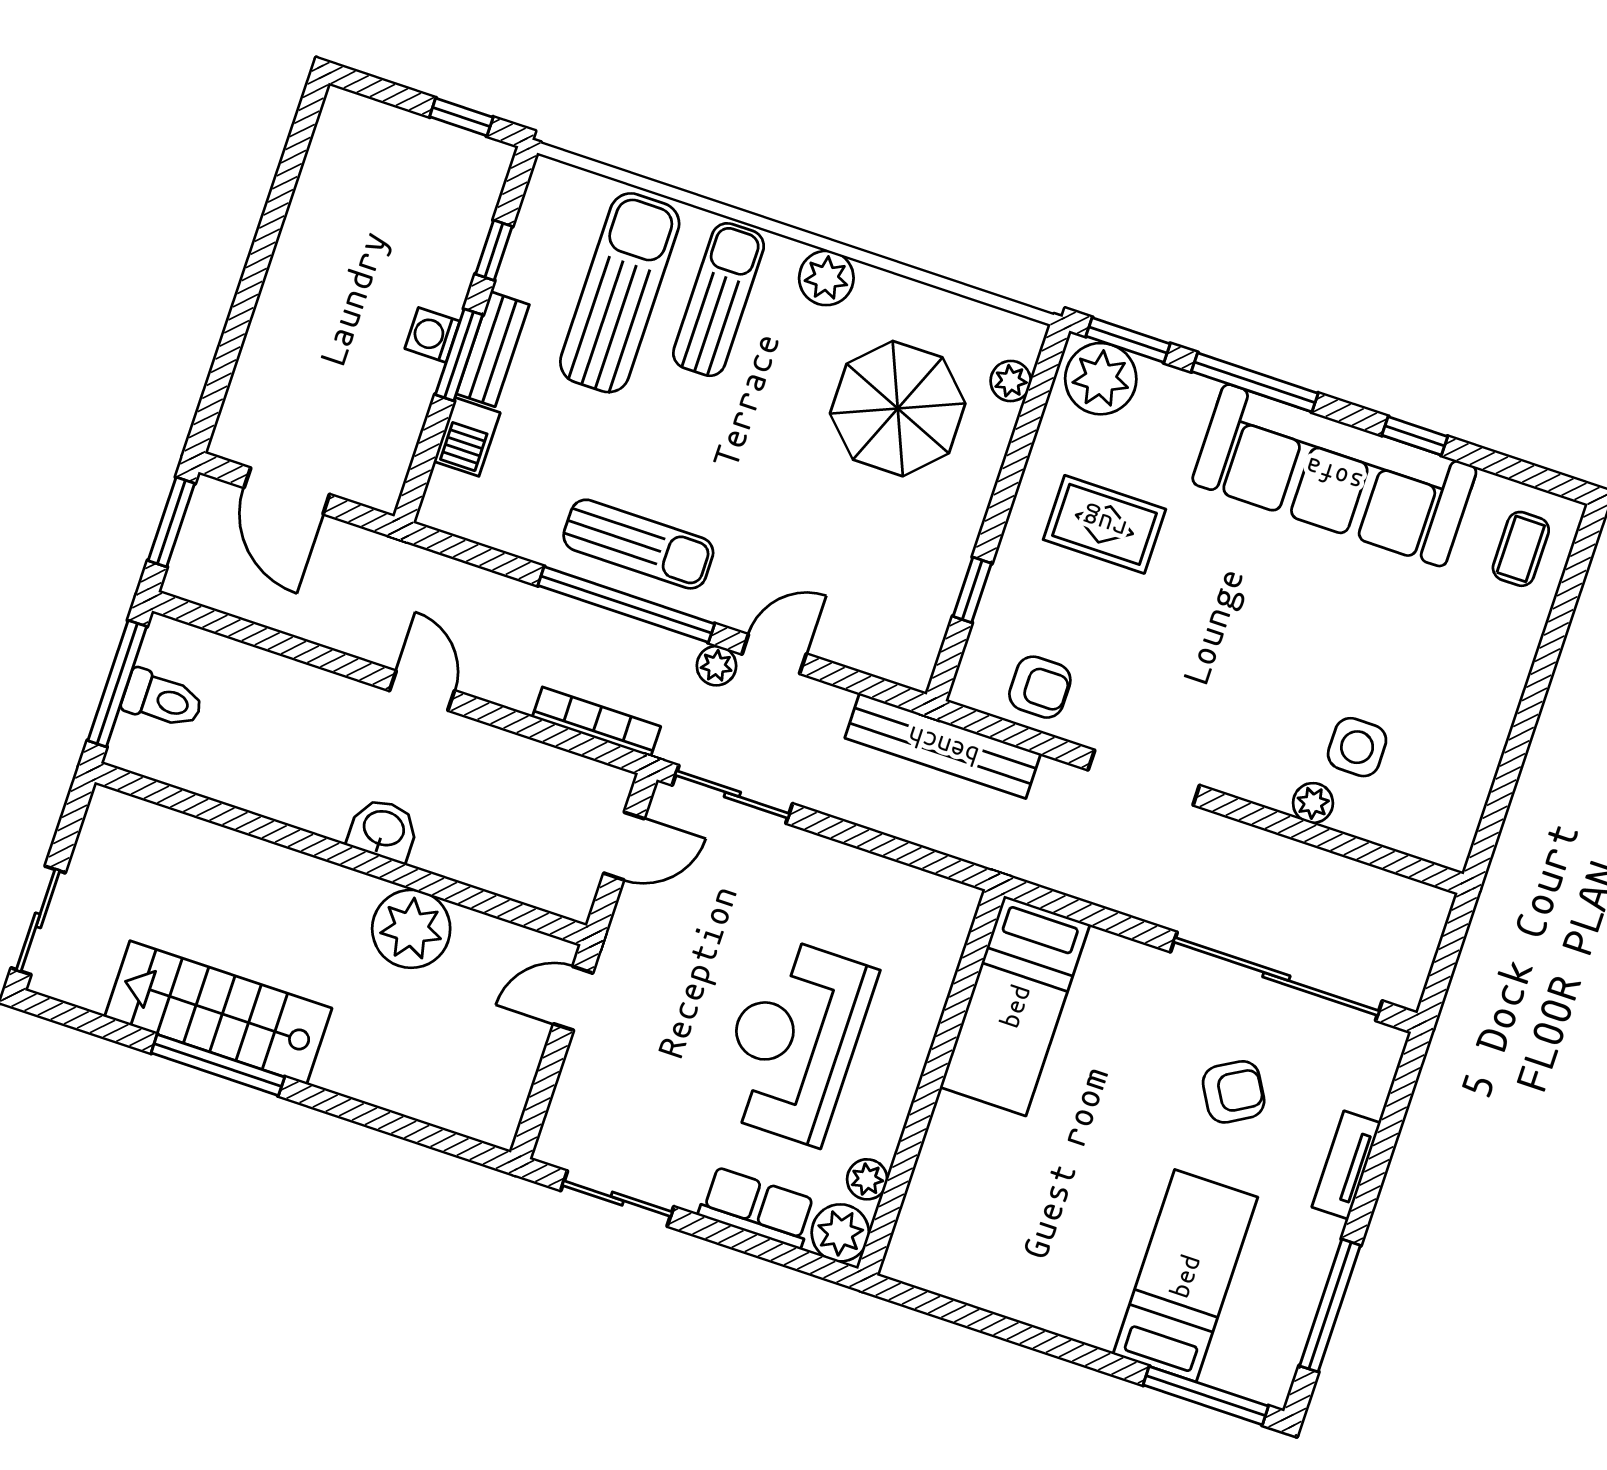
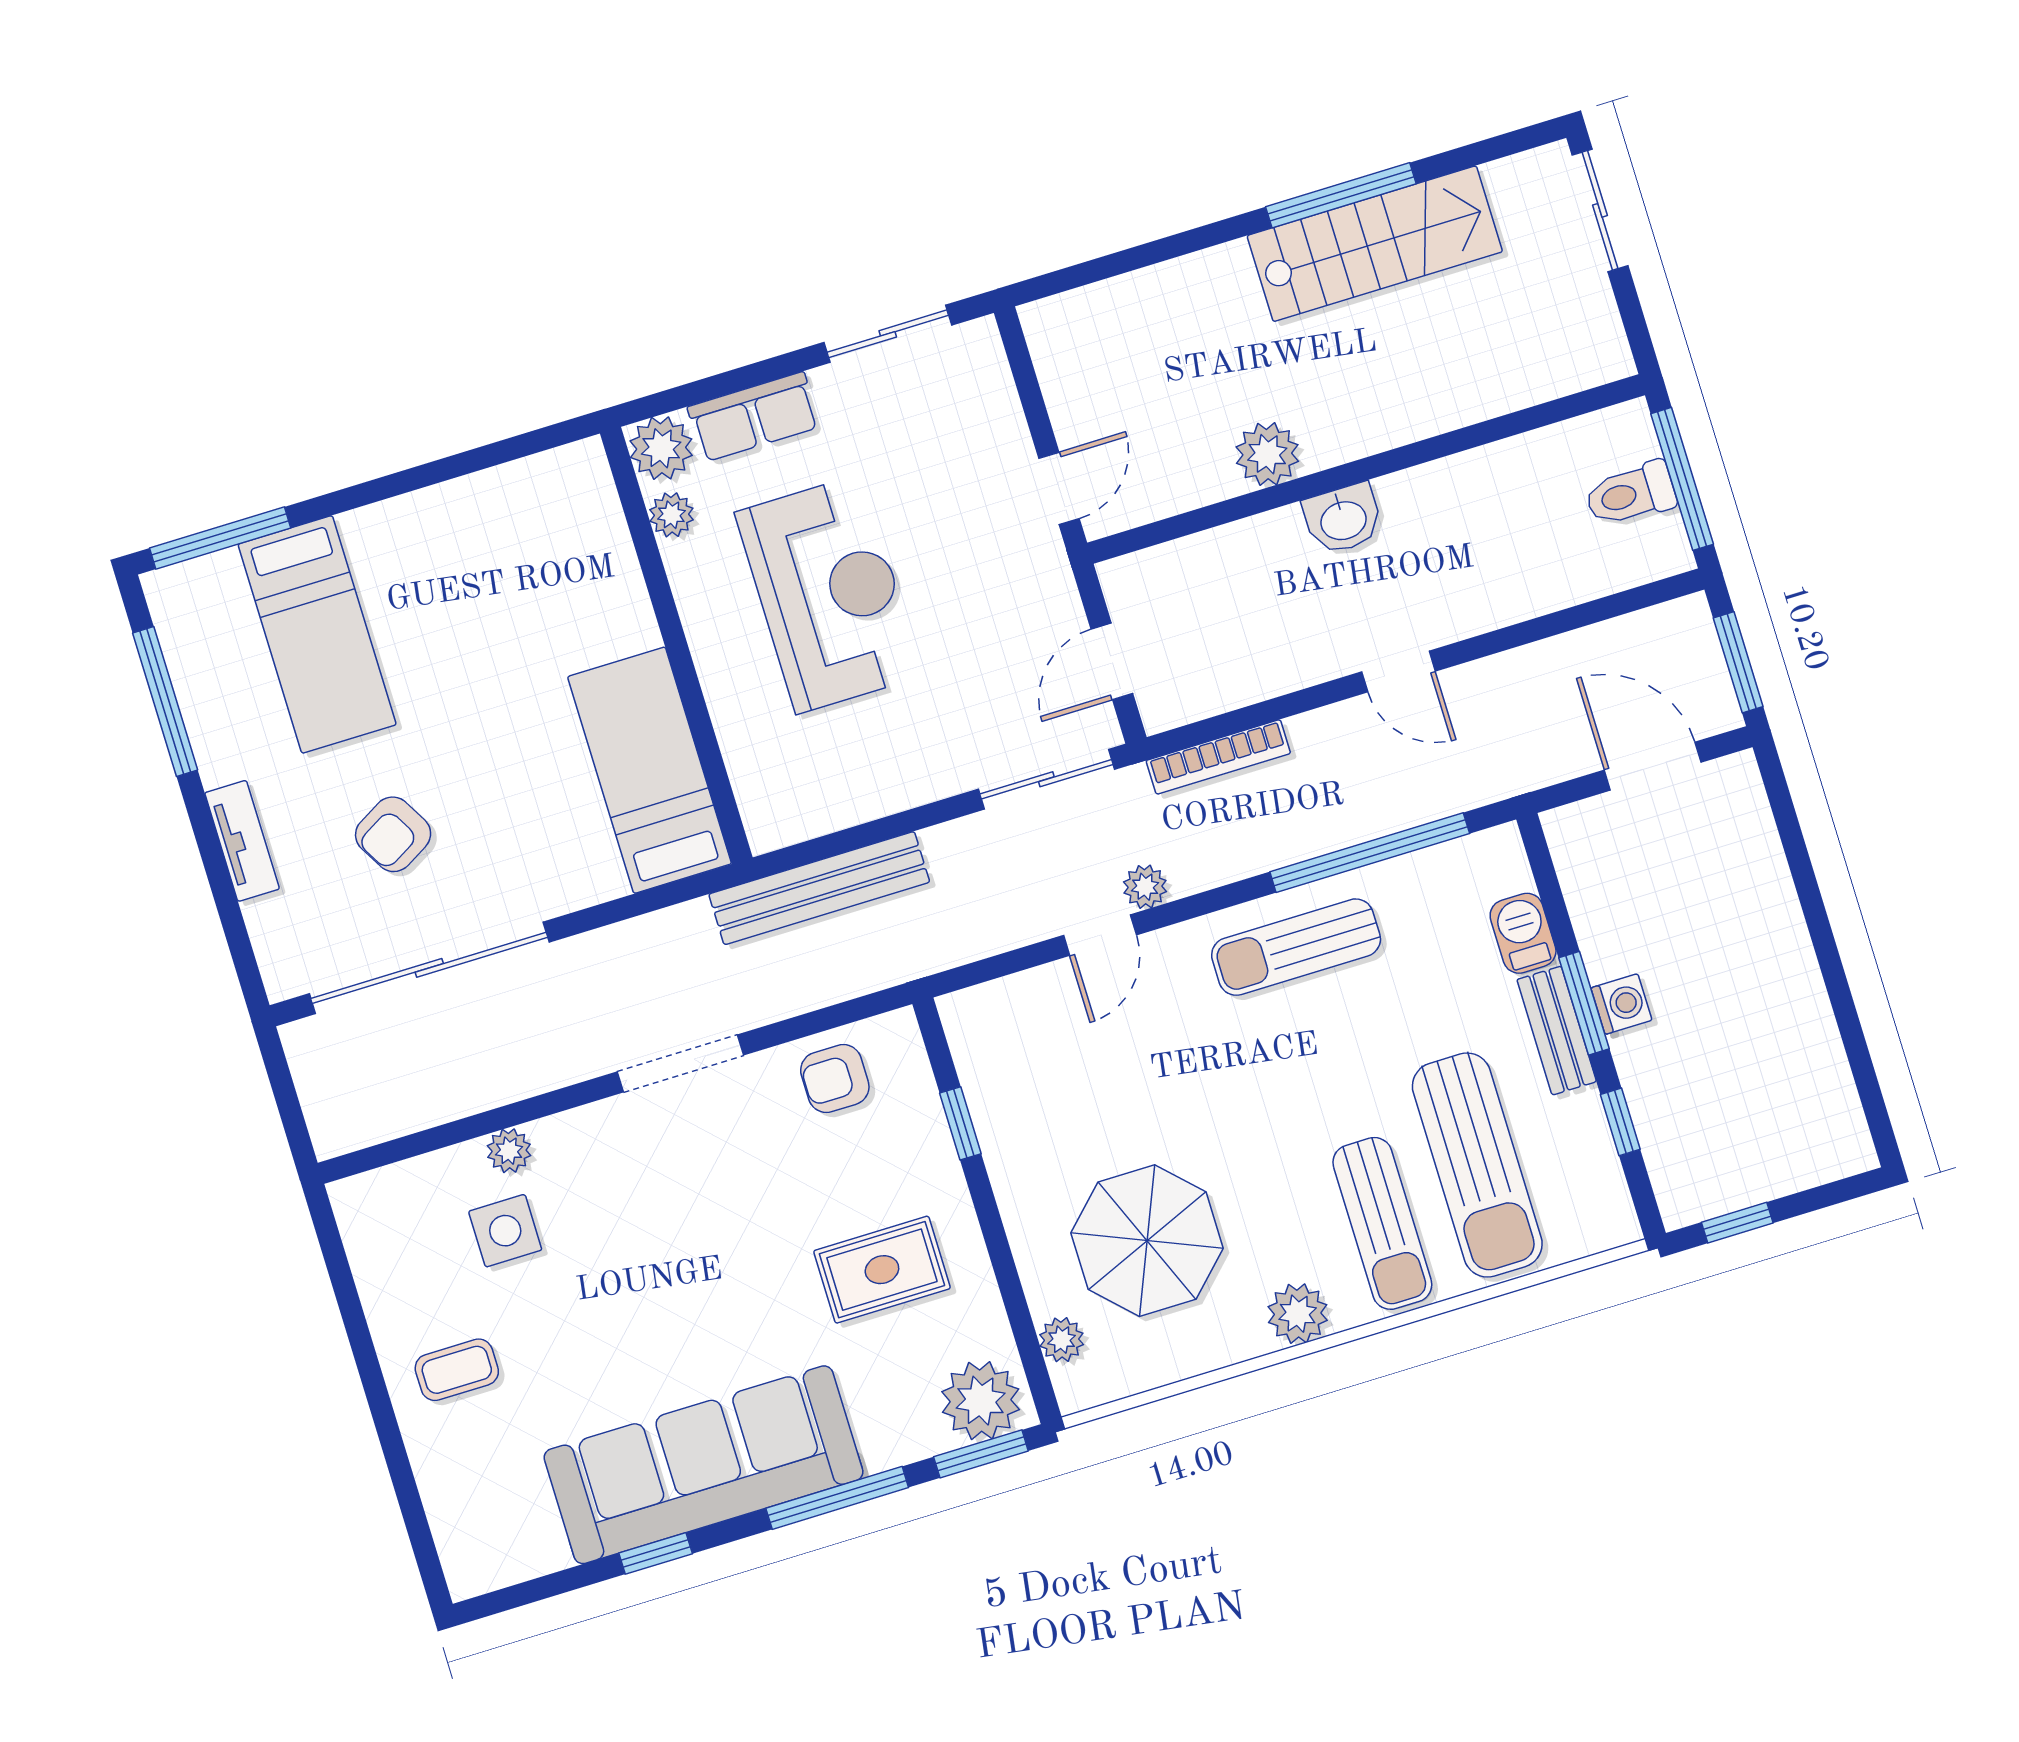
coffee table: (1521, 549) -> (457, 1370), moved, turned 90
window: (626, 605) -> (1370, 853), moved
bench: (943, 746) -> (819, 888), moved
plant: (411, 929) -> (1267, 454), width x0.73, depth x0.73

